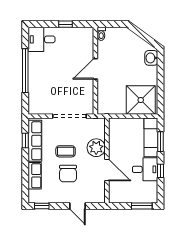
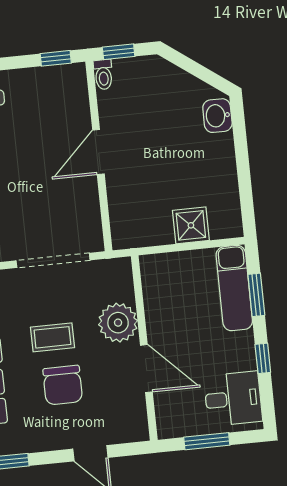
window: (66, 24) -> (56, 58), moved
window: (109, 24) -> (119, 52), added
shower: (141, 100) -> (191, 225), width x0.54, depth x0.54
desk: (145, 169) -> (233, 399), moved
window: (142, 206) -> (207, 441), moved

